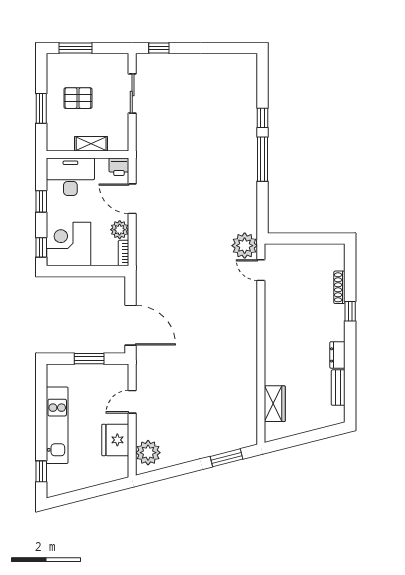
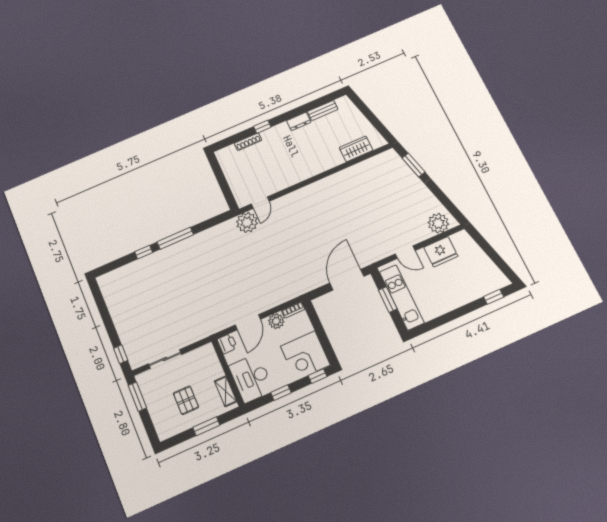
window: (75, 48) -> (137, 397), moved
shelving: (91, 144) -> (225, 391), moved
kitchen unit: (57, 425) -> (402, 297), moved, turned 90

